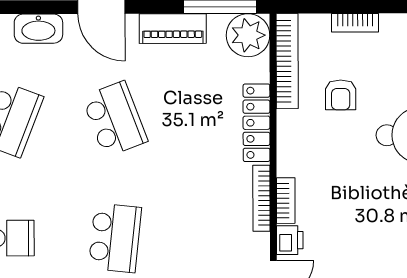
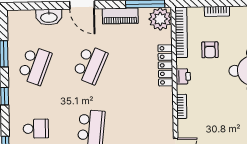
school desk: (115, 119) -> (90, 65), turned 45
bookcase: (261, 198) -> (169, 105), removed
printer: (290, 240) -> (183, 76), moved

